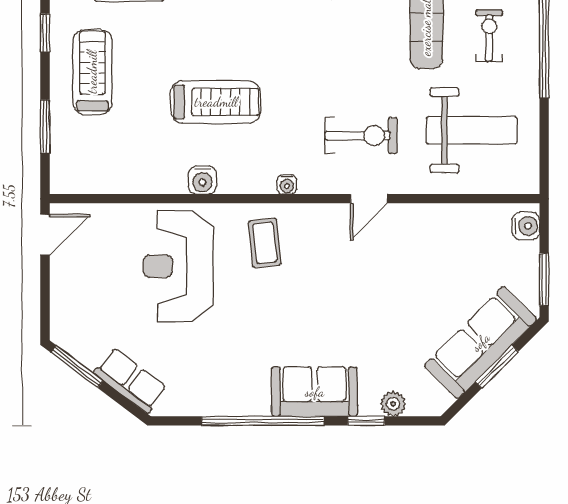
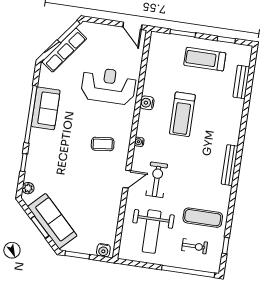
treadmill: (92, 72) -> (205, 59), turned 180
exercise bike: (361, 136) -> (157, 180), turned 180
door: (369, 199) -> (127, 179), swing flipped
coffee table: (265, 243) -> (103, 144), moved
row of seats: (130, 380) -> (64, 50), width x1.48
sofa: (315, 392) -> (46, 108), moved
plant: (393, 404) -> (28, 188), moved

